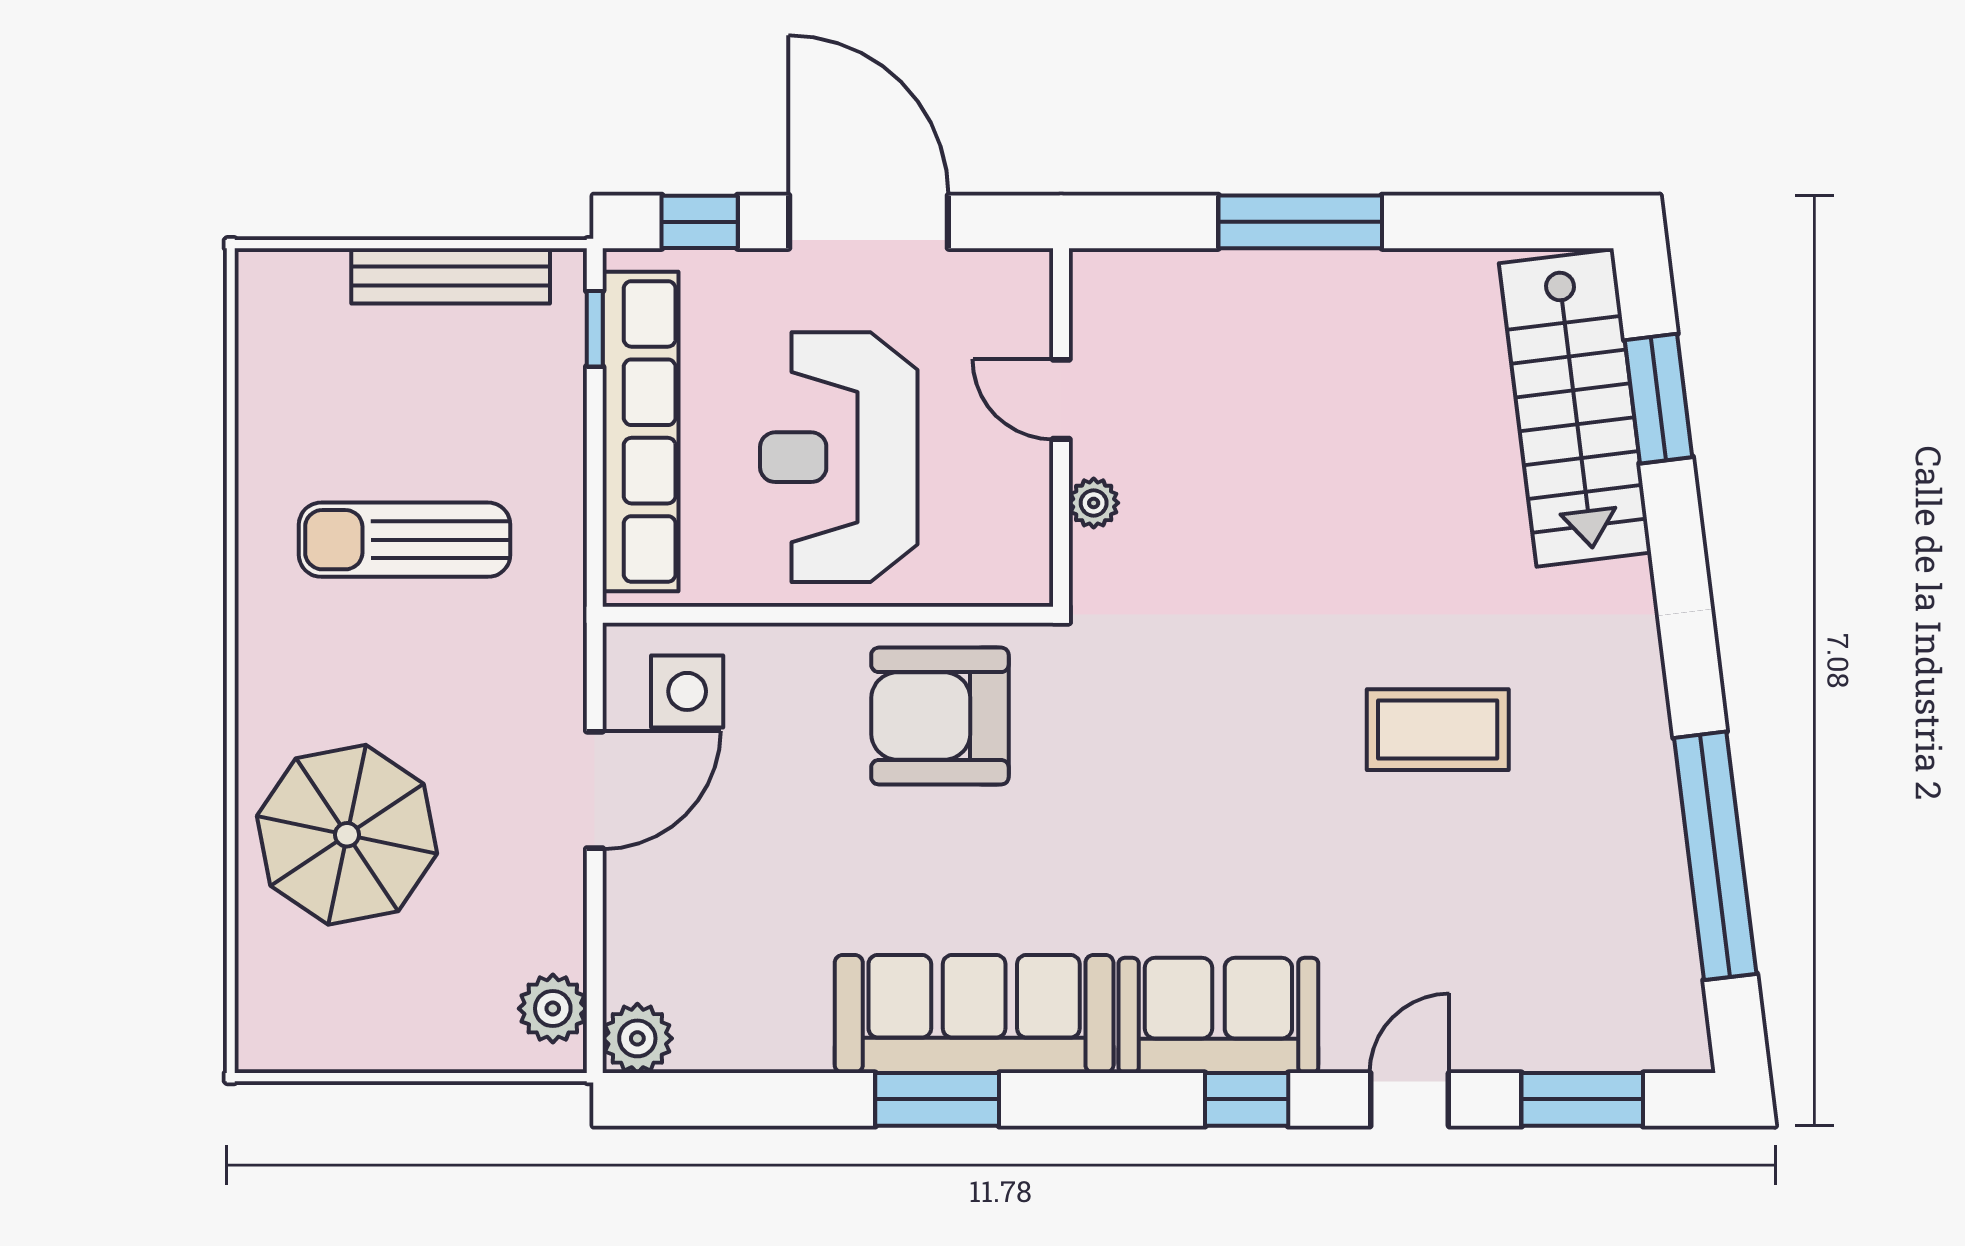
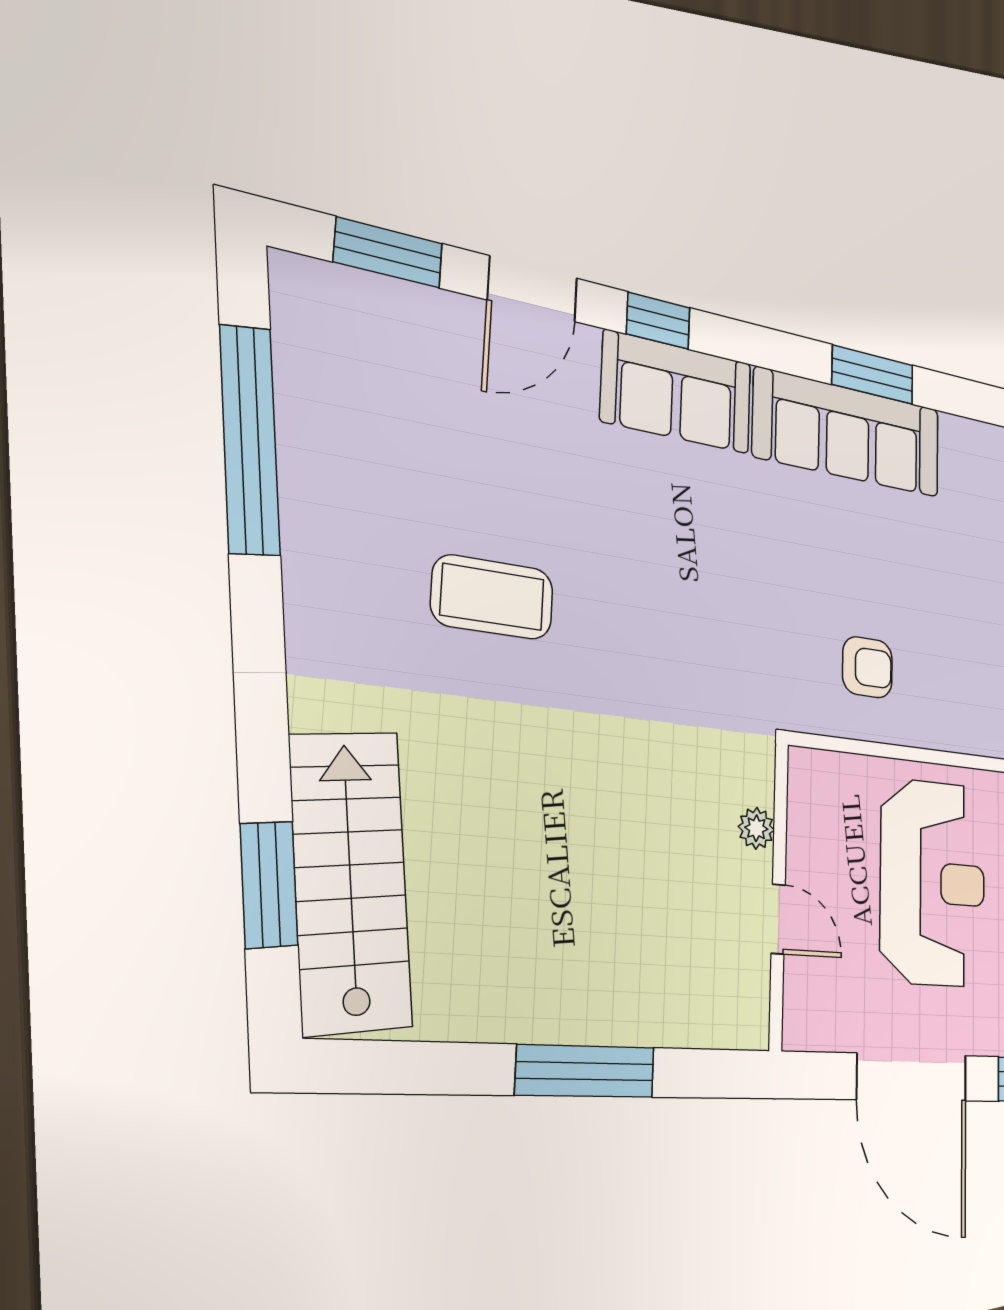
armchair: (940, 716) -> (867, 667), width x0.53, depth x0.53
door: (1410, 1099) -> (533, 289), width x1.38

